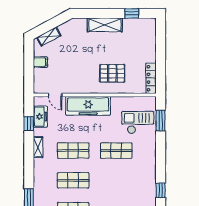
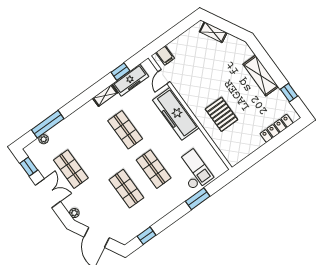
filing cabinet: (40, 62) -> (165, 55), moved
locker: (151, 78) -> (277, 128), moved
freezer: (40, 117) -> (131, 80), width x1.40
window: (161, 120) -> (198, 199), moved
shop shelf: (73, 180) -> (126, 189), moved

